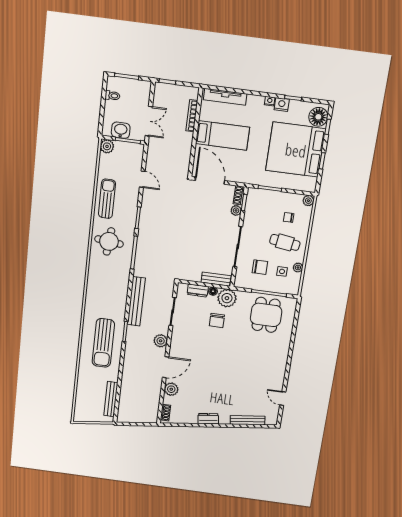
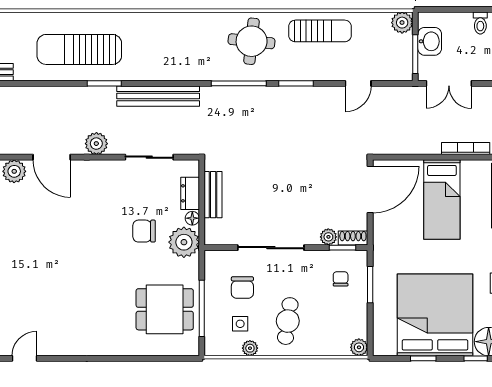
chair: (289, 217) -> (341, 279), moved
bench: (216, 279) -> (213, 195), moved

